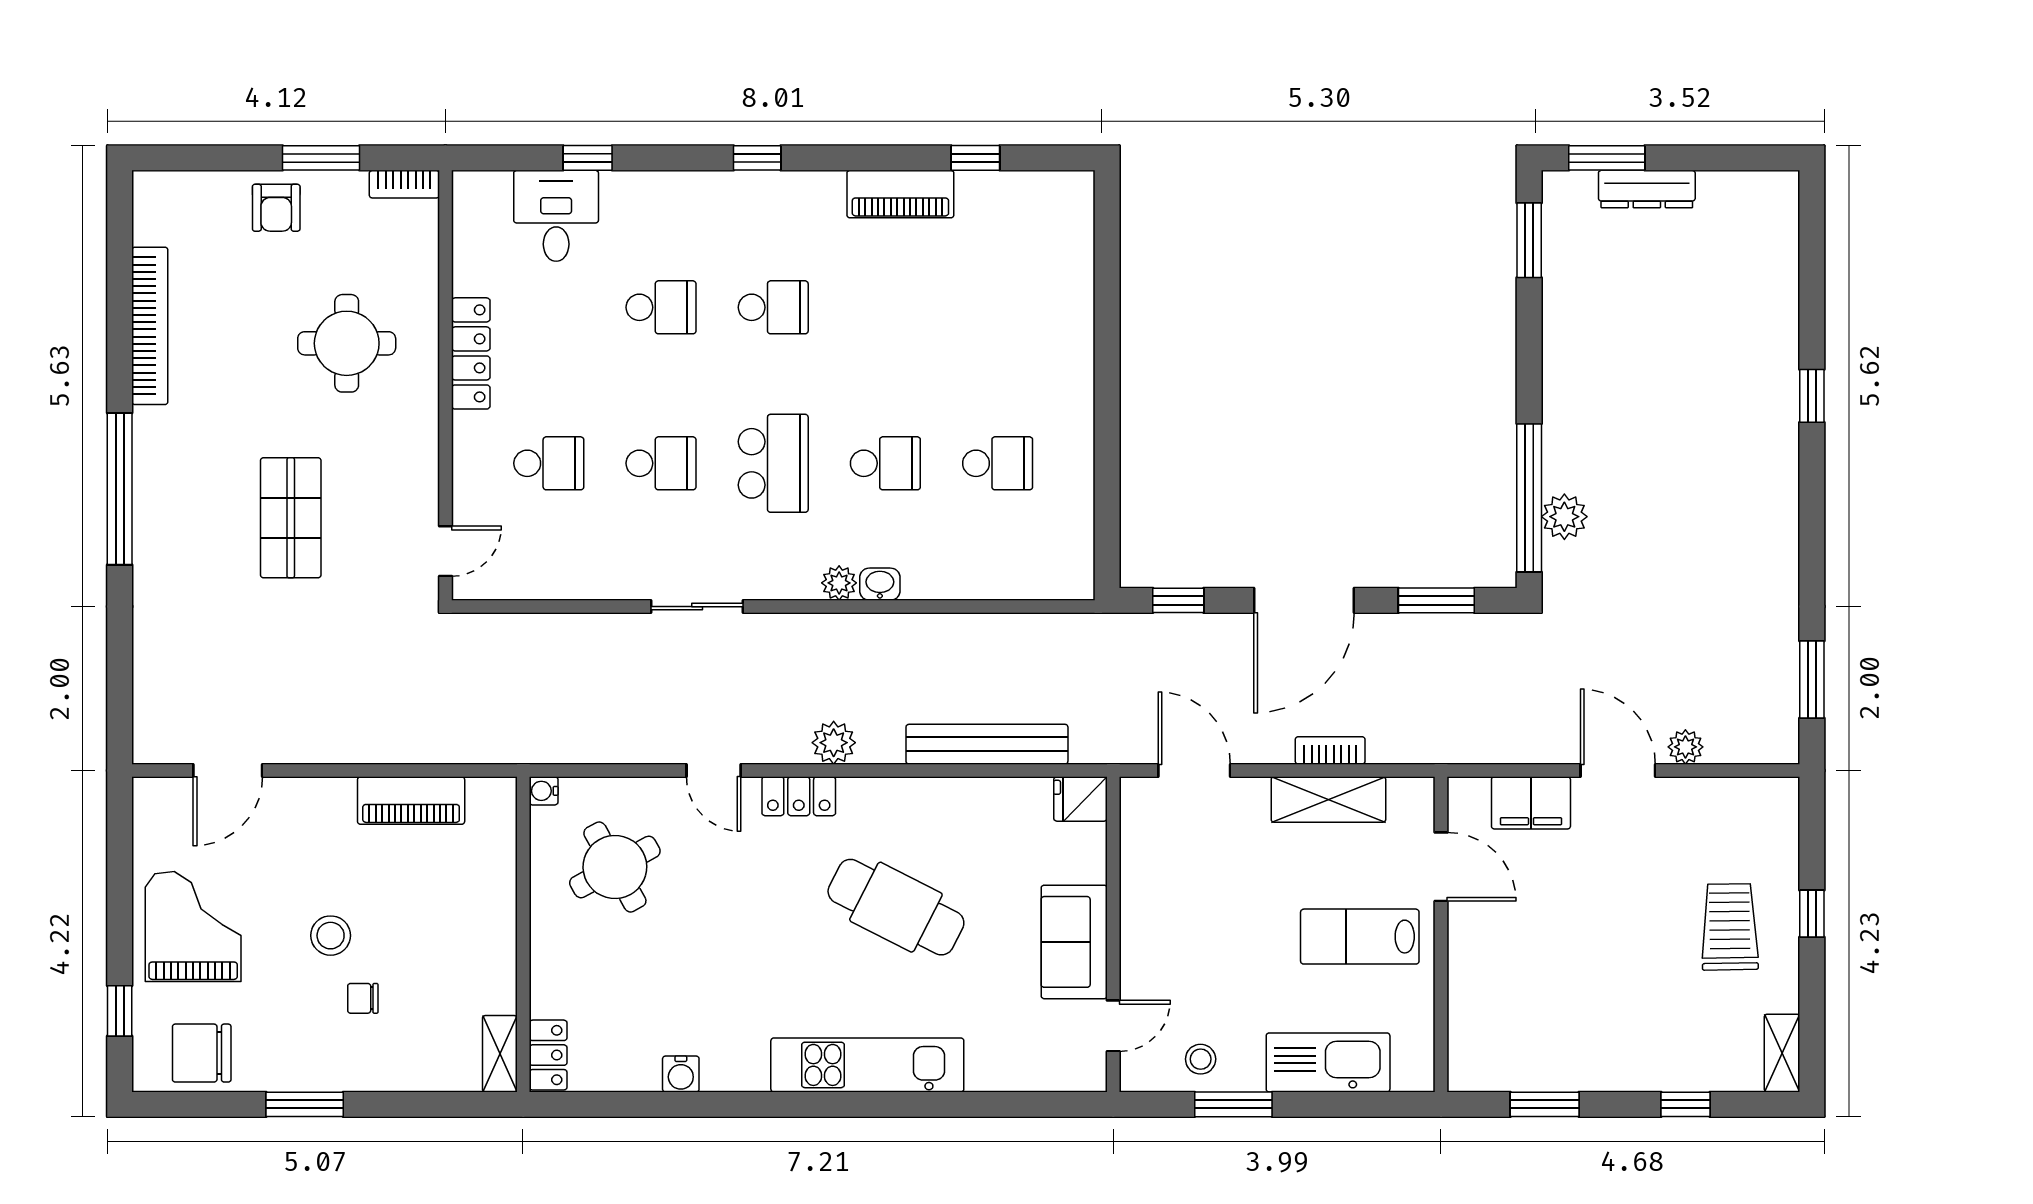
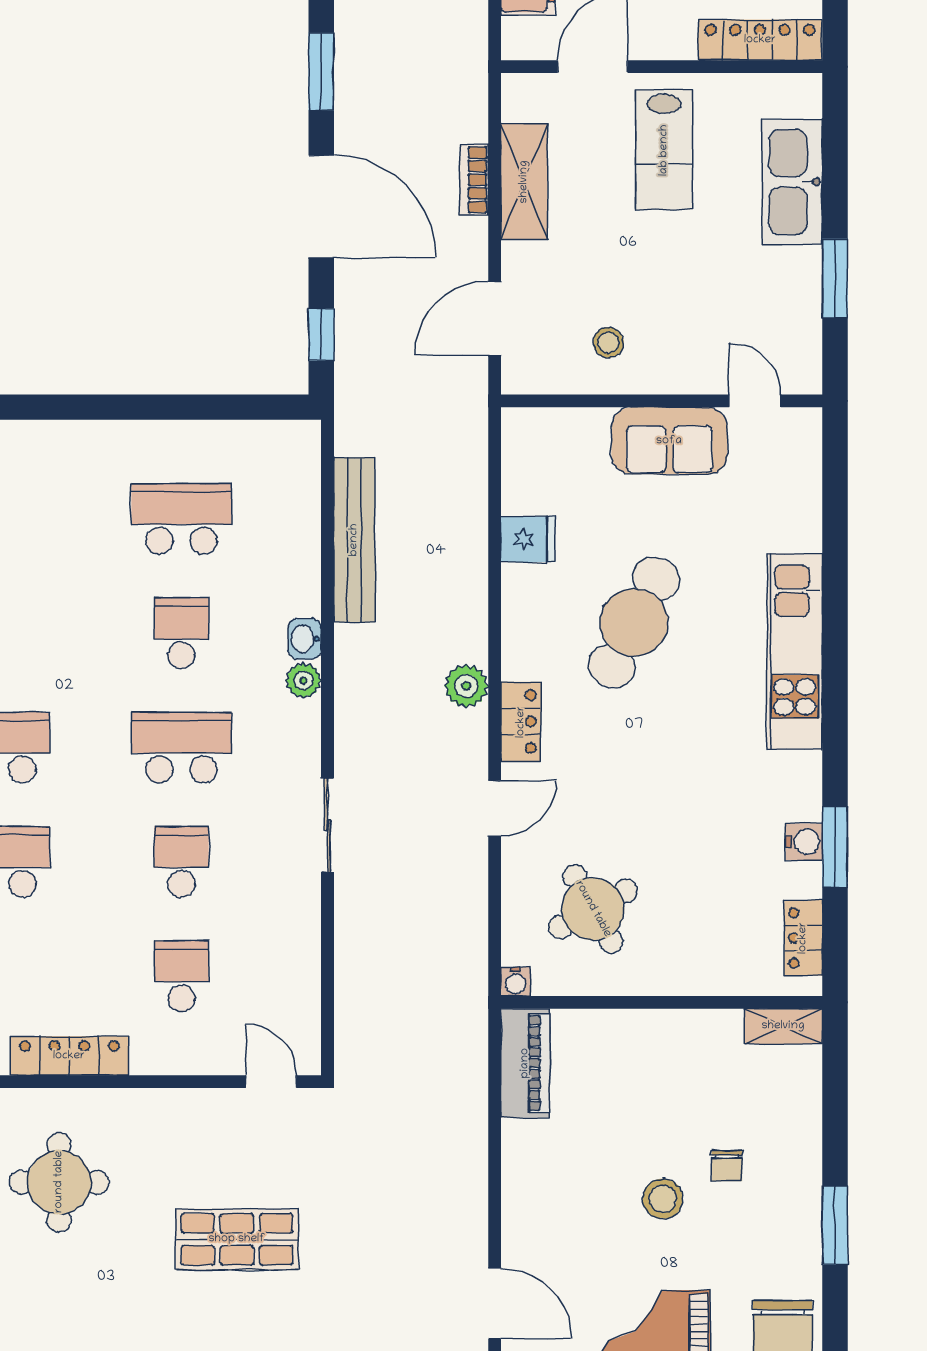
school desk: (998, 463) -> (181, 519), width x1.85
bench: (987, 744) -> (354, 540), moved
fridge: (1081, 799) -> (528, 539), moved, turned -90
piano: (411, 801) -> (525, 1063), moved
locker: (1467, 1031) -> (760, 40), added
locker: (548, 1055) -> (803, 938), moved, turned -90
stool: (1201, 1059) -> (608, 343), moved
window: (676, 1104) -> (835, 847), added

